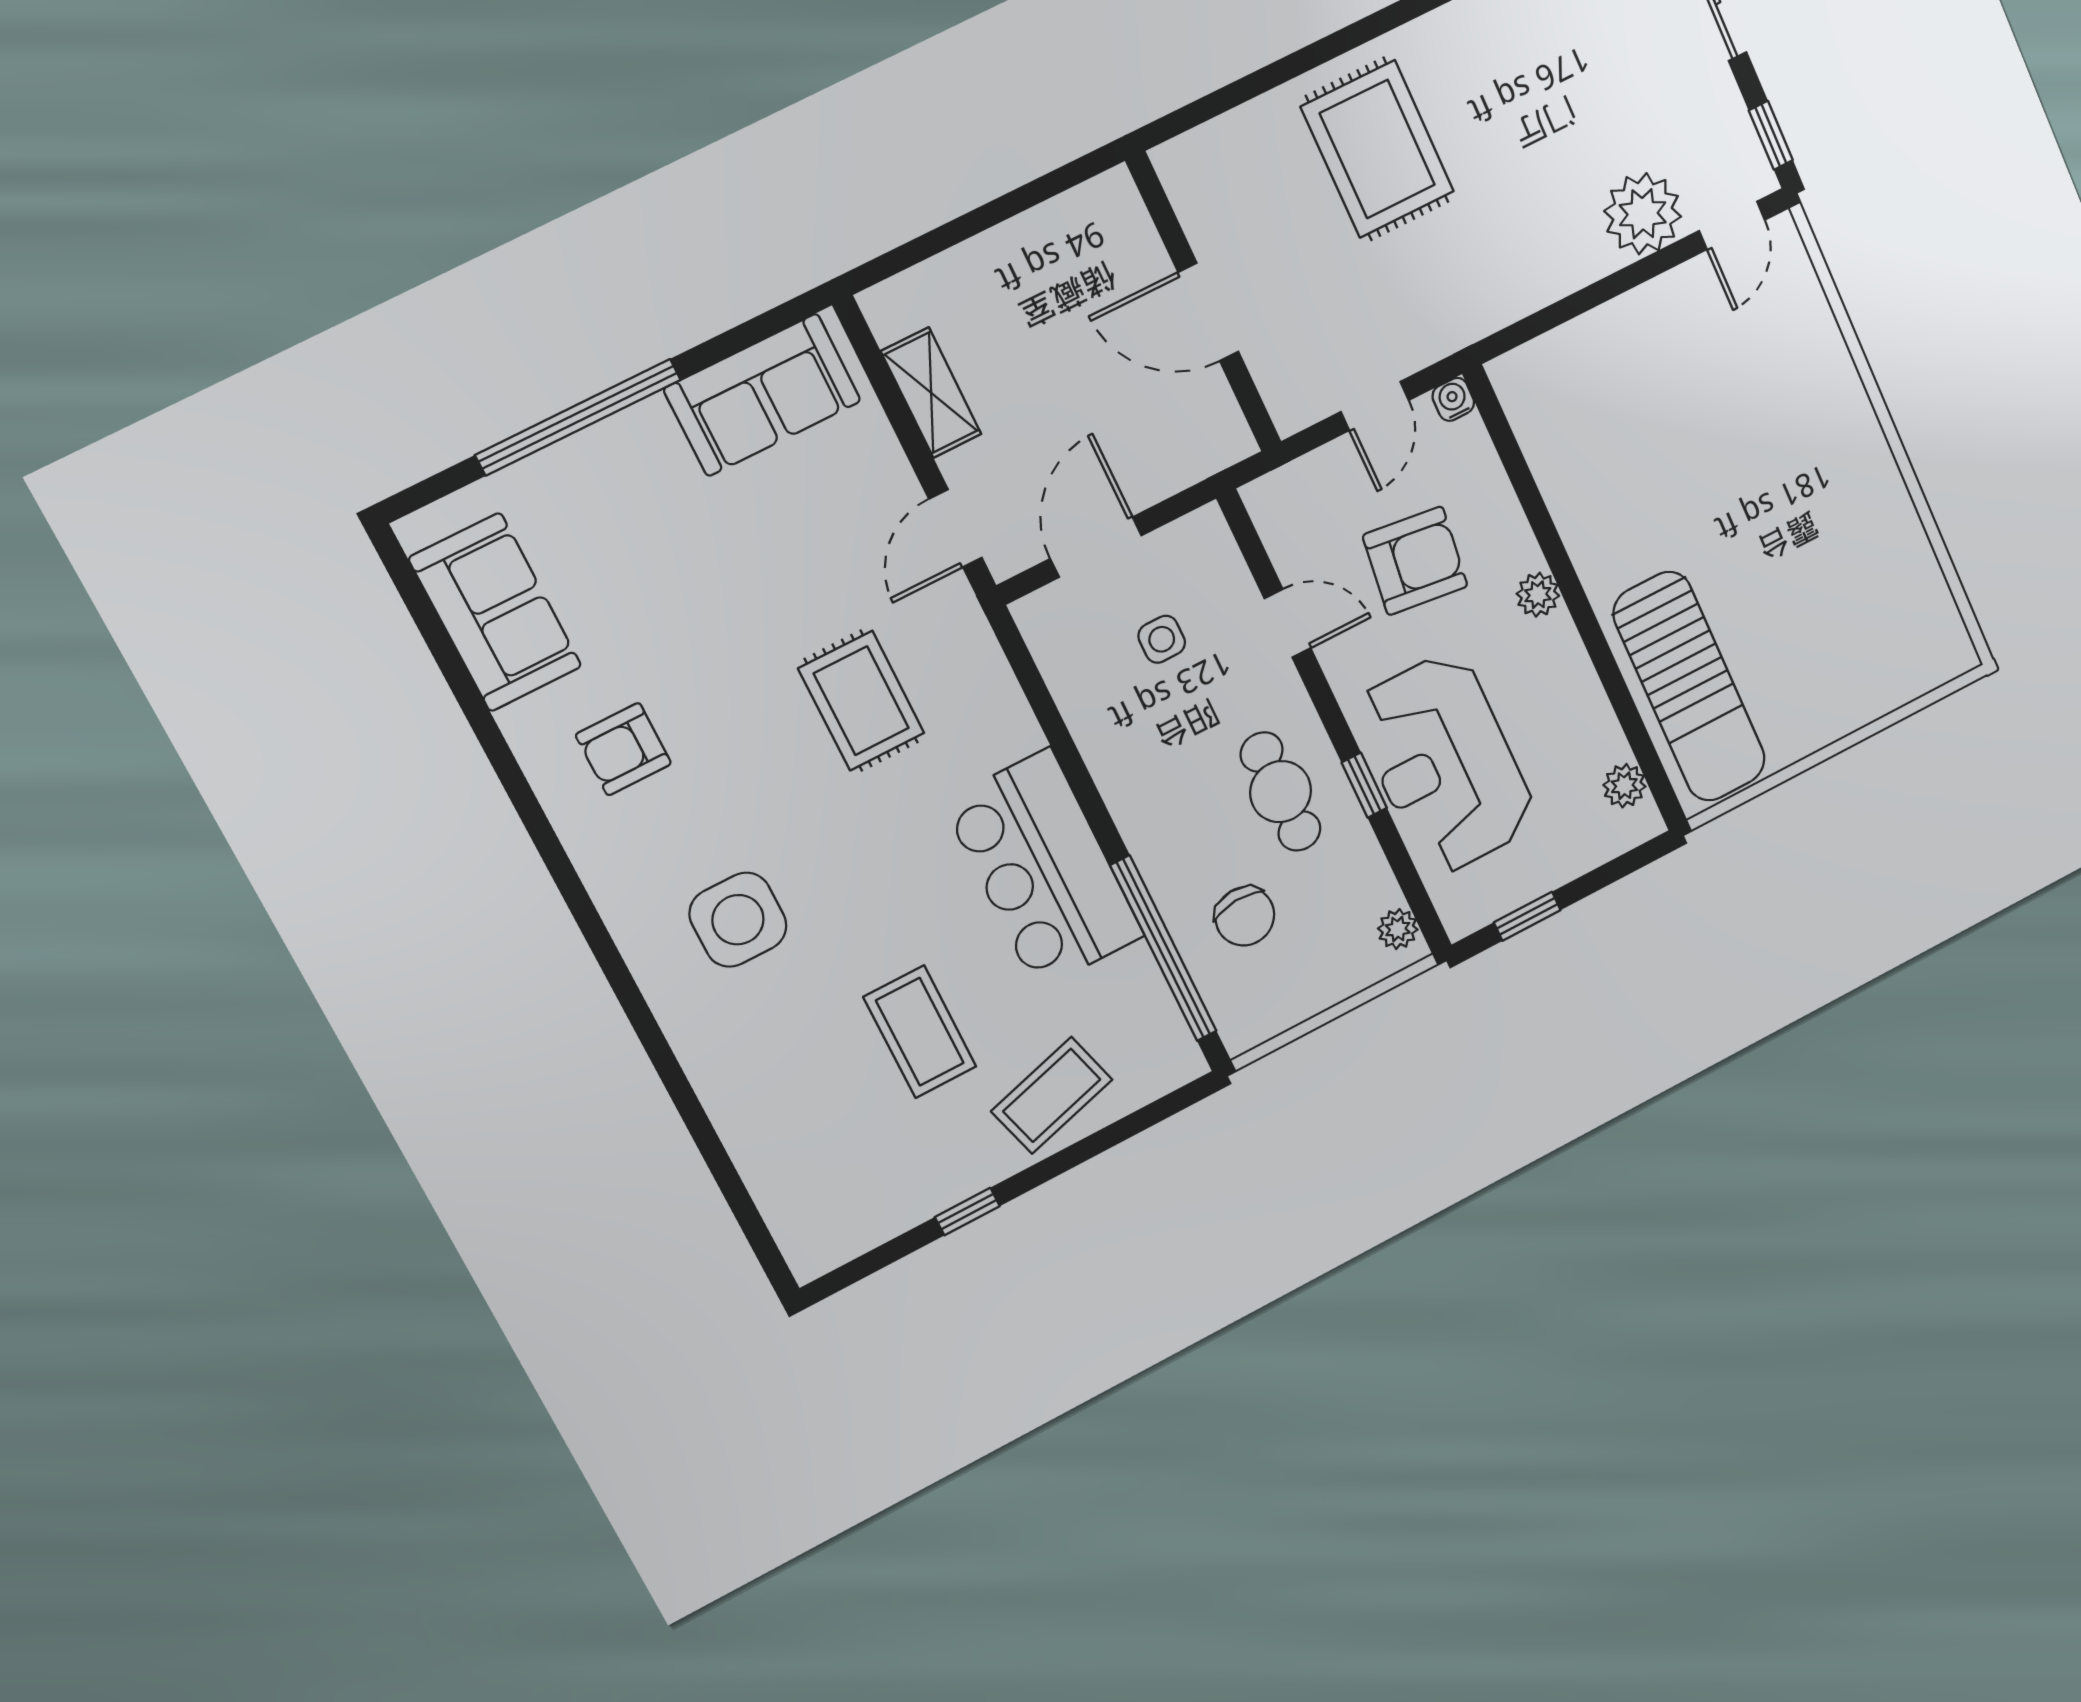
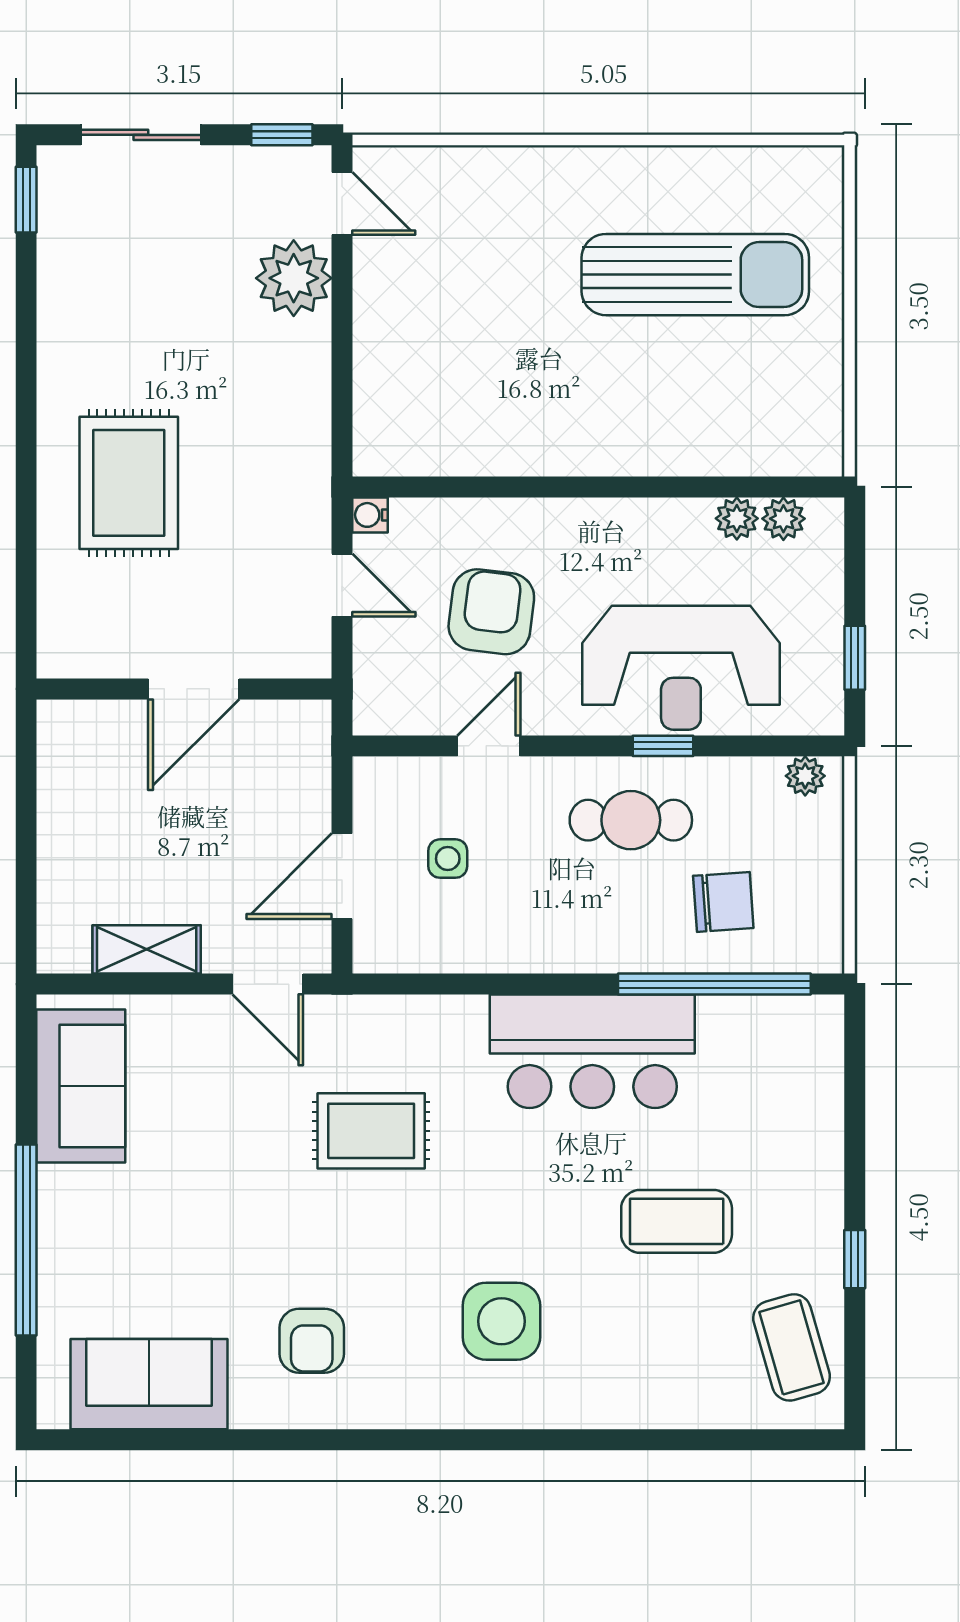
rug: (1377, 149) -> (129, 483), turned 90
door: (1096, 547) -> (342, 876), hinge flipped
plant: (1538, 595) -> (737, 518), moved
sun lounger: (1689, 687) -> (695, 275), moved
coffee table: (1052, 1095) -> (792, 1347), moved

